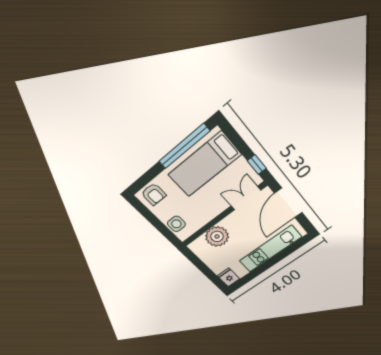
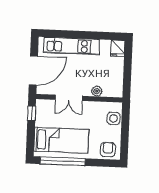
double door: (246, 198) -> (69, 98), moved
plant: (217, 236) -> (97, 91), width x0.53, depth x0.53

